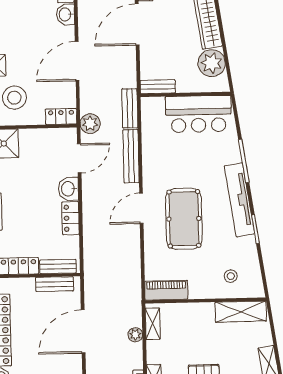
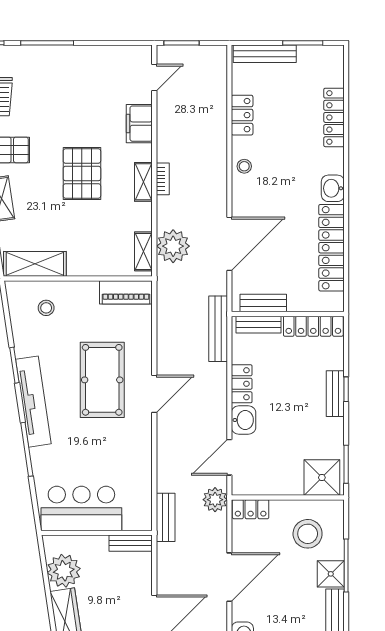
bench: (131, 156) -> (218, 329), moved
plant: (135, 335) -> (173, 246), width x1.88, depth x1.88

